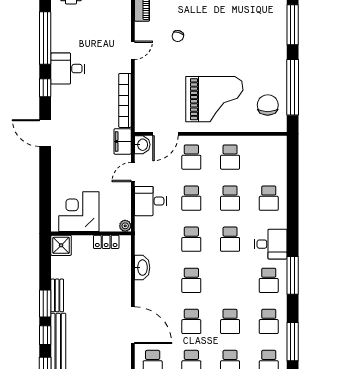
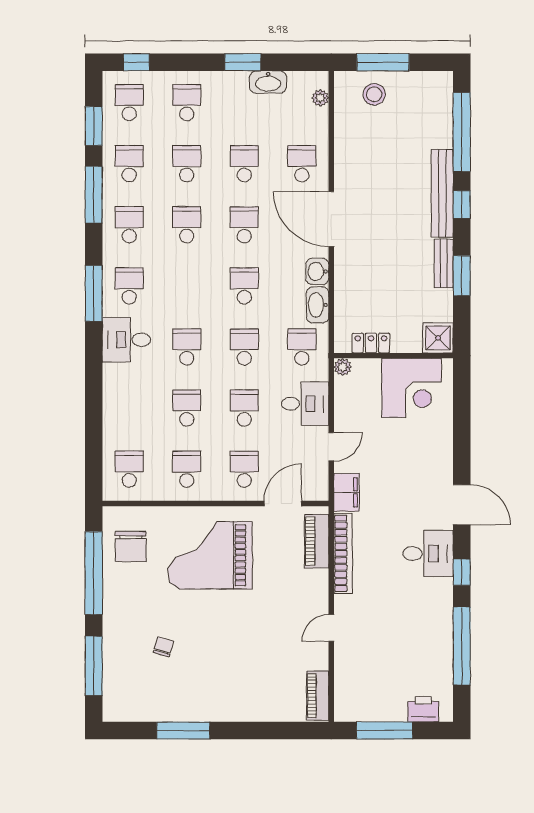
chair: (178, 36) -> (163, 647), moved
desk: (68, 69) -> (428, 554), moved
piano: (143, 109) -> (317, 541), added
washbasin: (142, 145) -> (317, 271), moved
school desk: (269, 198) -> (129, 469), moved
school desk: (153, 239) -> (302, 347), added
window: (45, 304) -> (462, 276), moved

